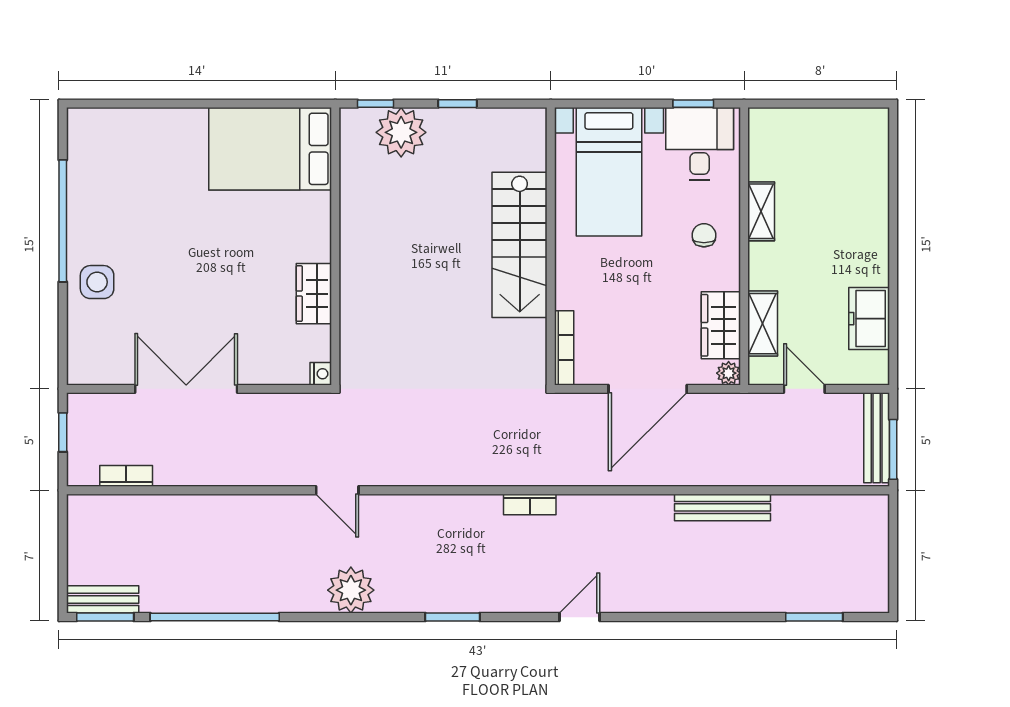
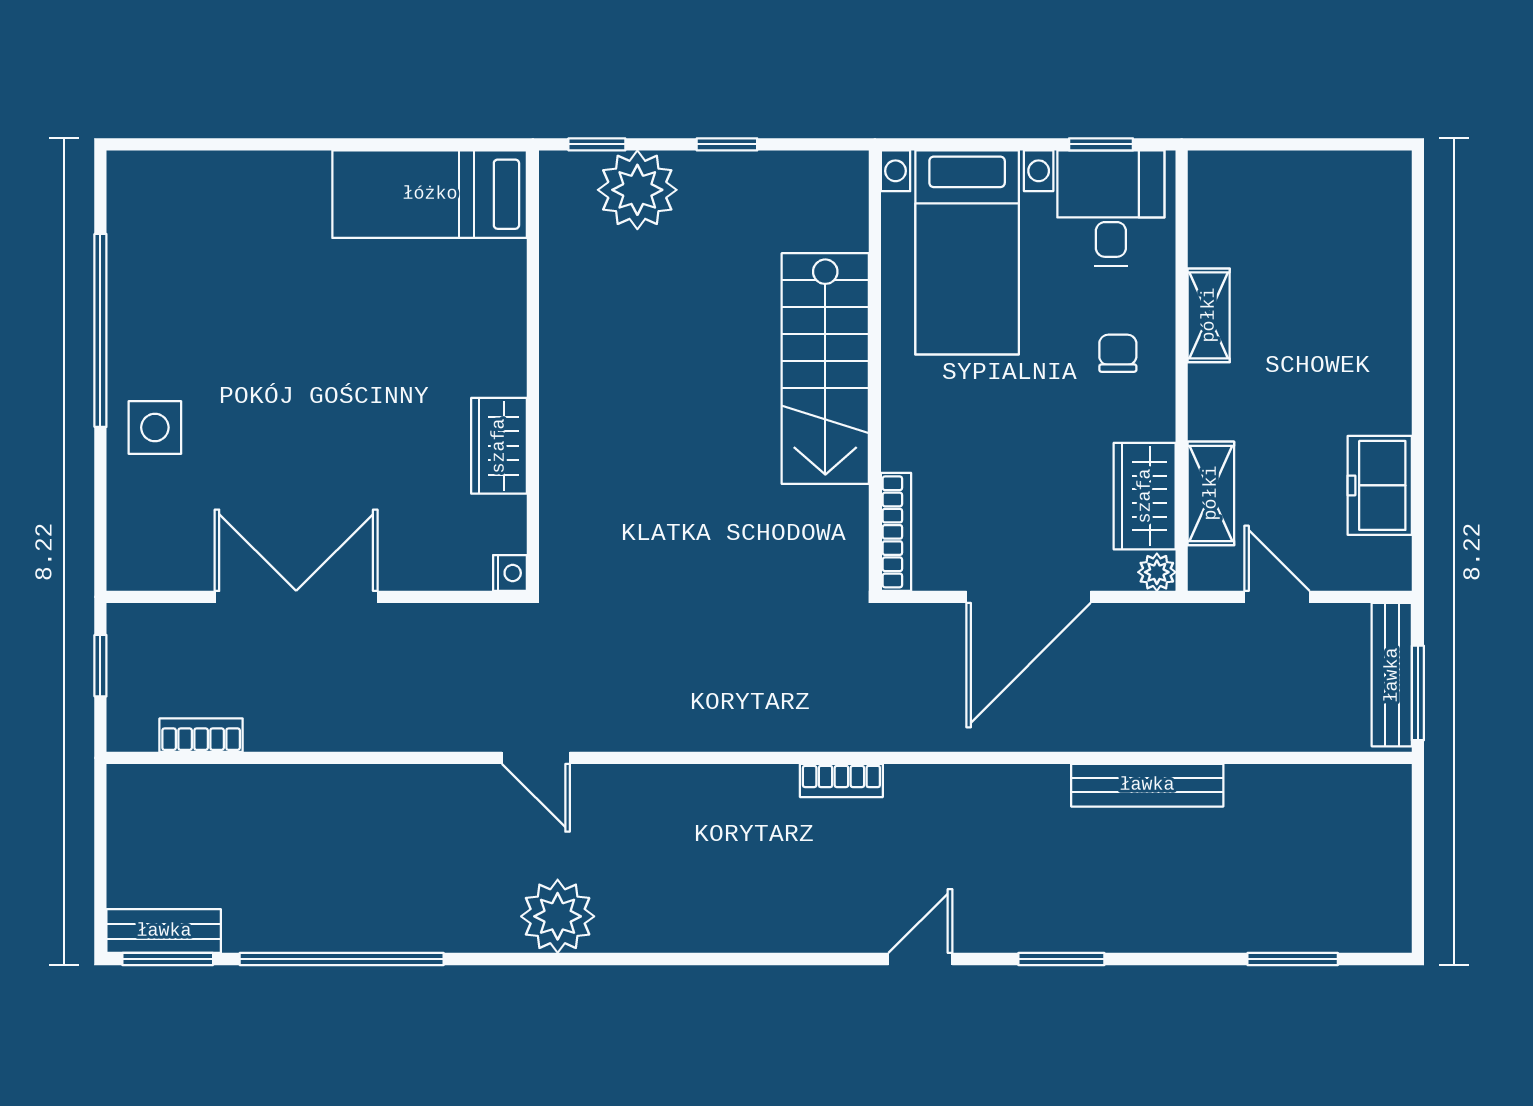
bed: (270, 149) -> (430, 194), width x0.67
window: (453, 617) -> (1061, 959), moved

